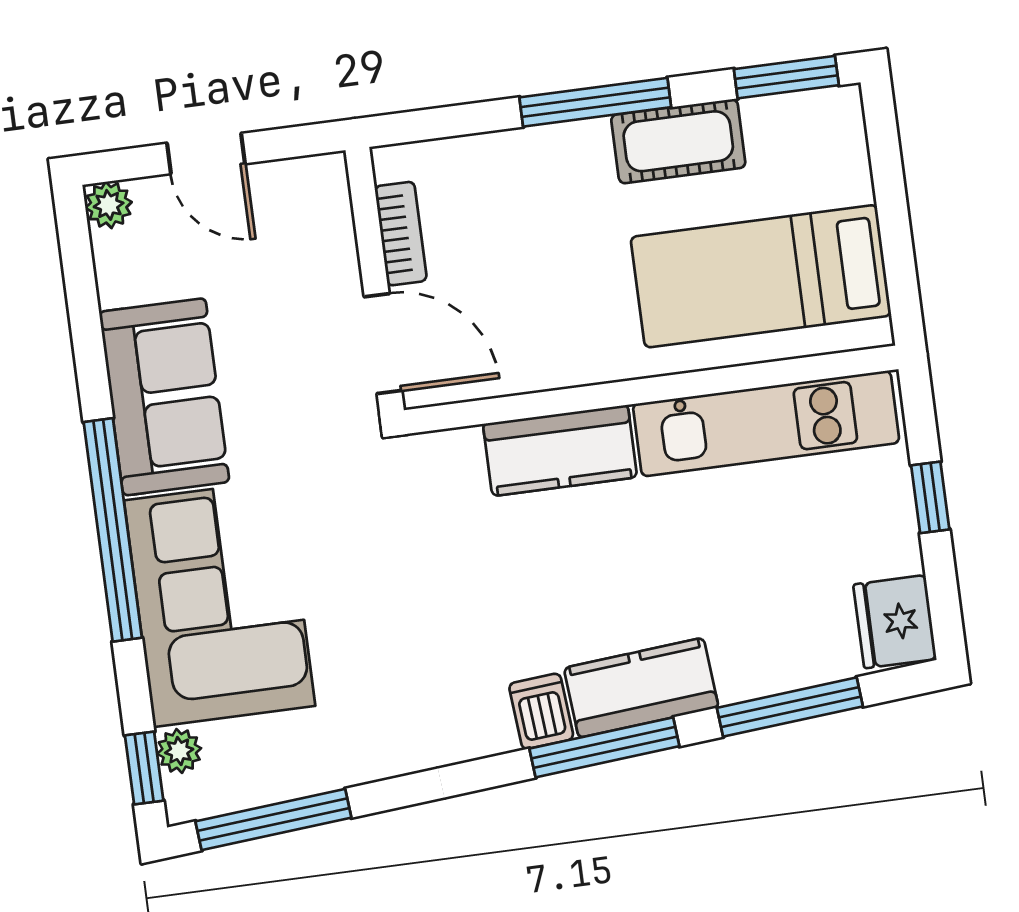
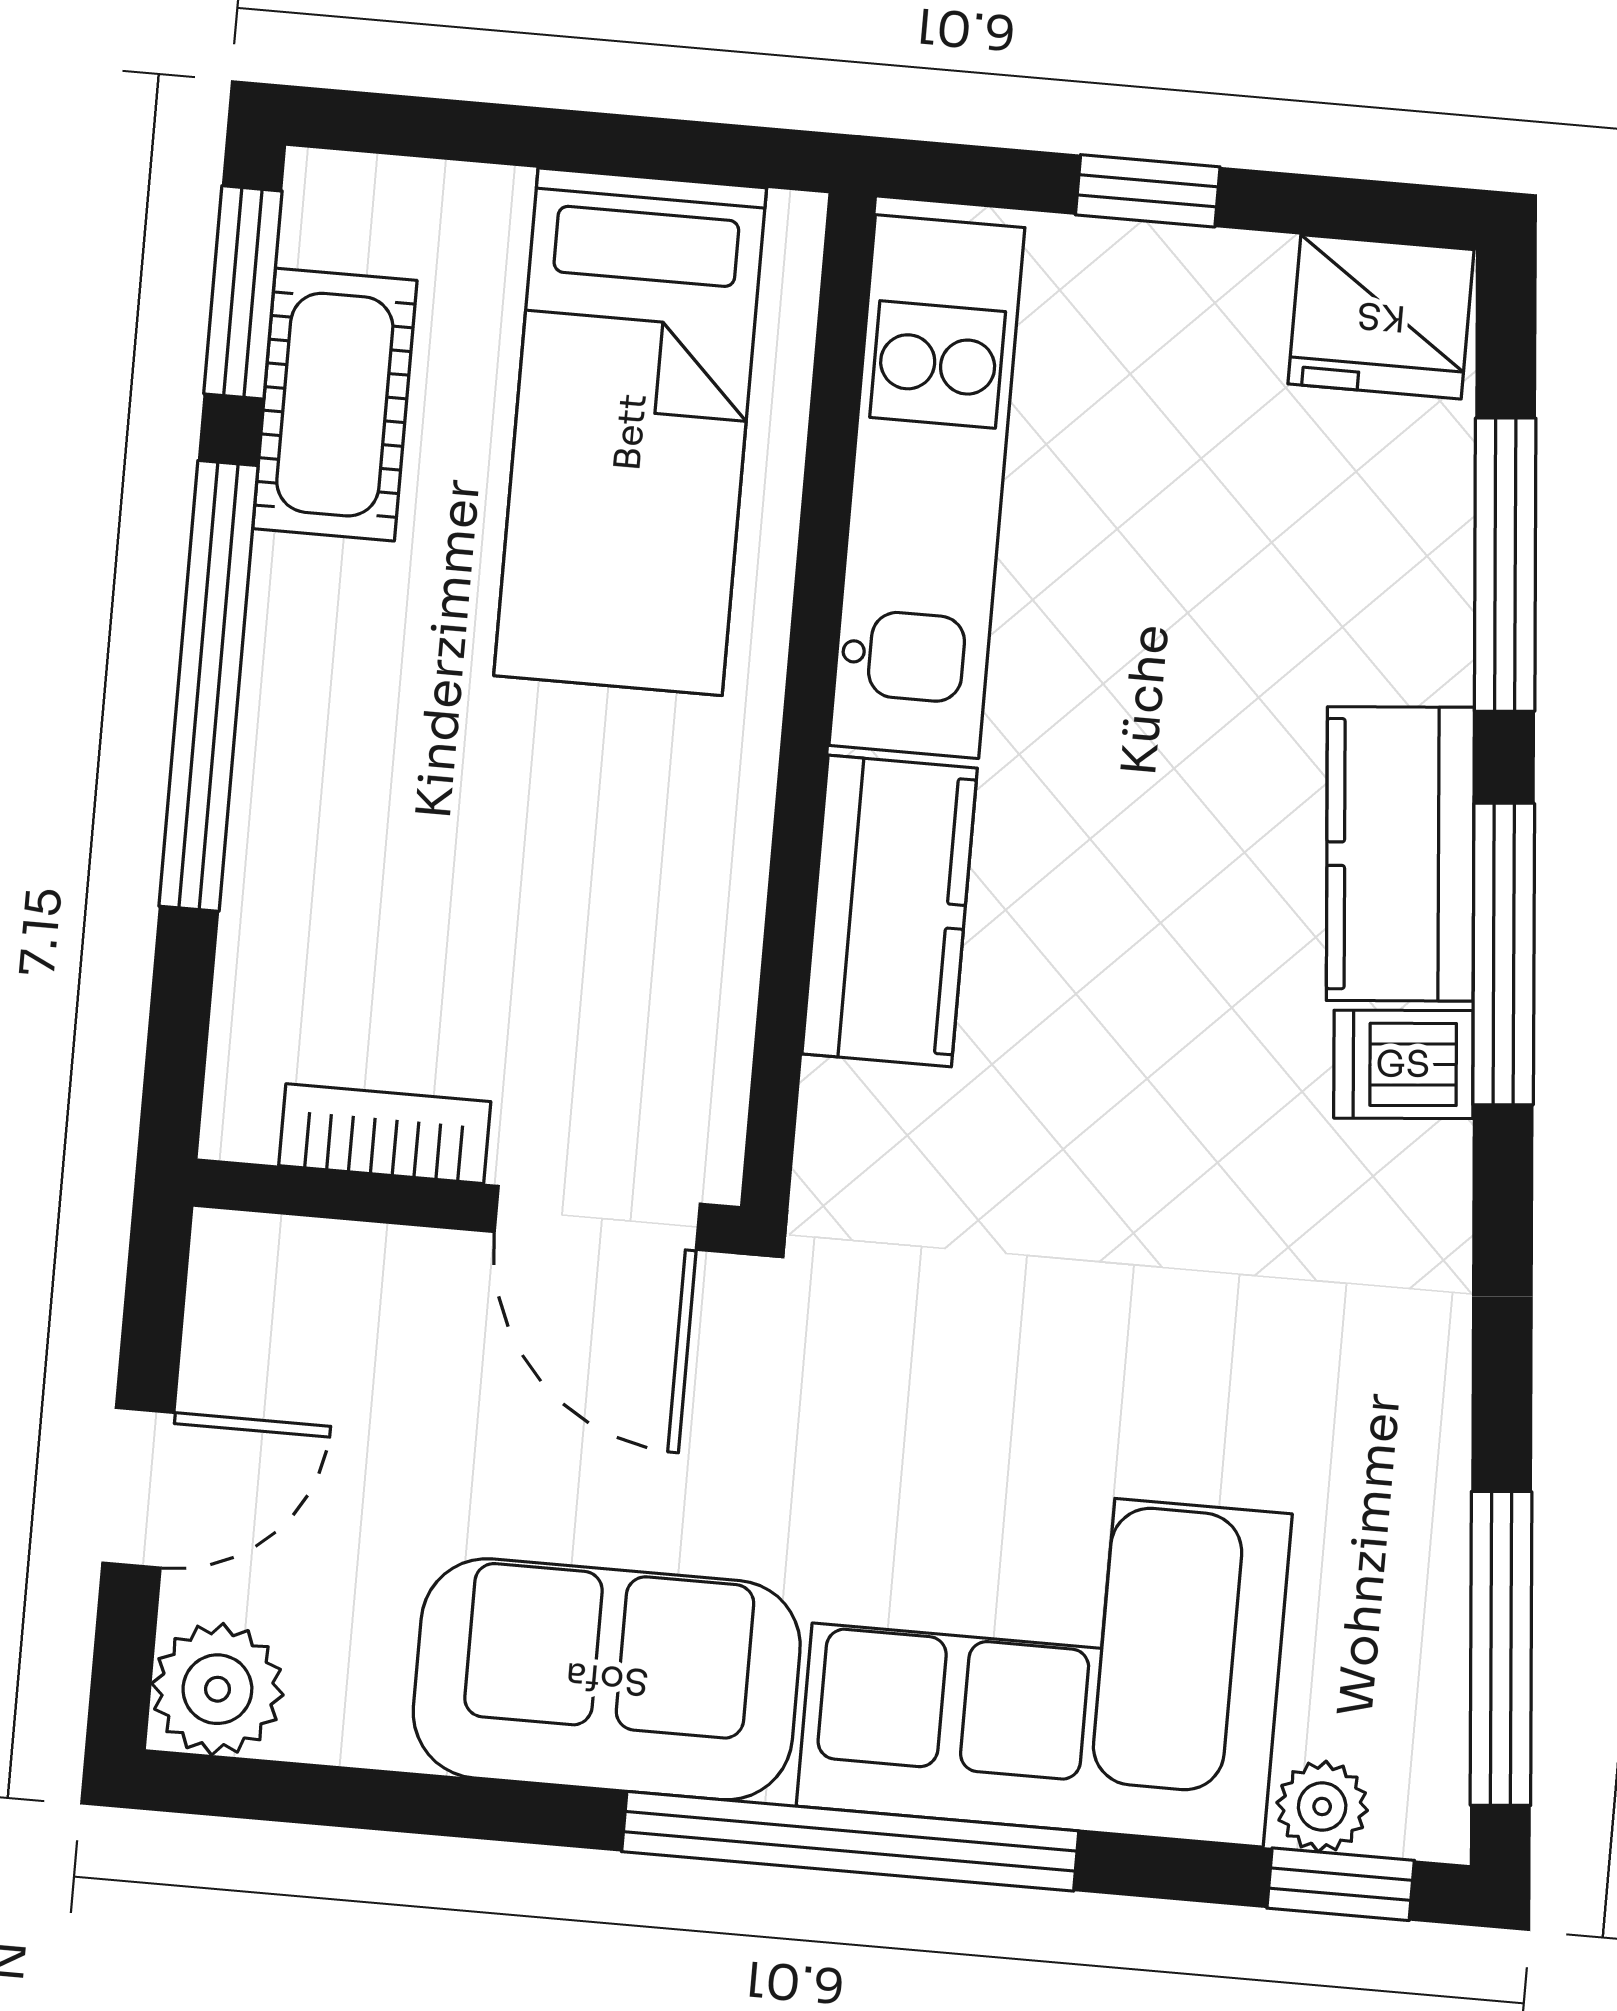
window: (595, 102) -> (208, 686), width x1.46
cot: (678, 141) -> (335, 405), moved
plant: (109, 205) -> (217, 1689), width x1.38, depth x1.38
door: (383, 344) -> (597, 1218), swing flipped

